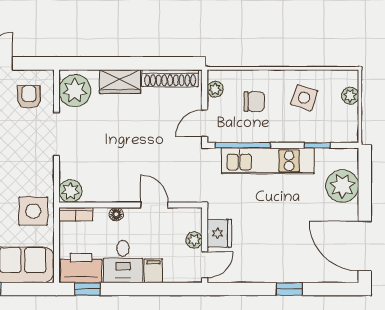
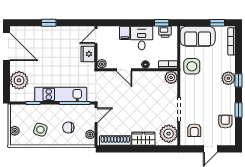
plant: (194, 240) -> (102, 64), moved
printer: (81, 268) -> (165, 32), width x0.53, depth x0.68

